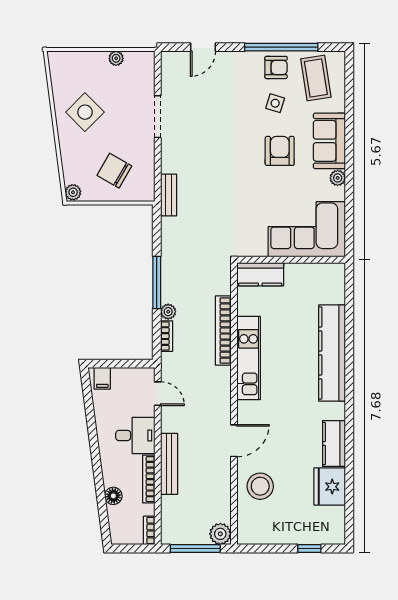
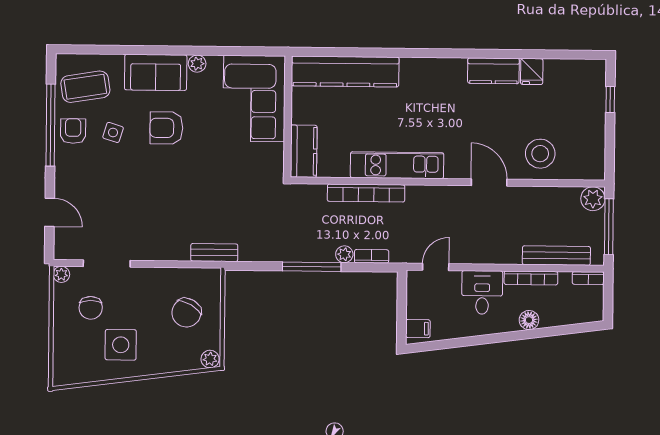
plant: (116, 58) -> (61, 274), moved
chair: (118, 85) -> (91, 308), added
side table: (85, 112) -> (121, 345), turned 45
doorway: (158, 117) -> (107, 264), moved
kitchen counter: (332, 353) -> (345, 71), moved
bench: (169, 464) -> (556, 256), moved
fridge: (330, 487) -> (532, 72), width x0.53, depth x0.75
floor lamp: (113, 496) -> (529, 320), moved

